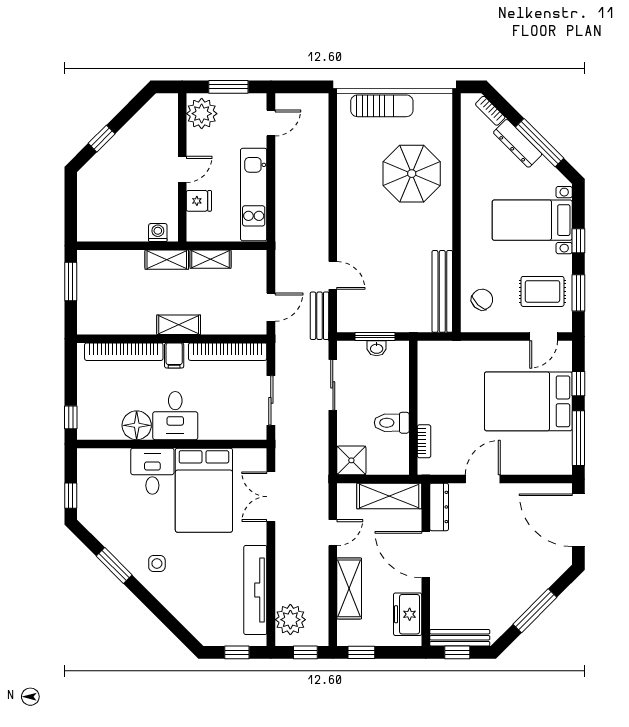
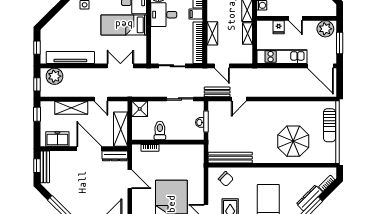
door: (271, 123) -> (320, 66), width x1.87
shelving: (179, 325) -> (212, 33), moved
bed: (204, 490) -> (124, 25), width x0.67
door: (426, 555) -> (89, 149), hinge flipped

